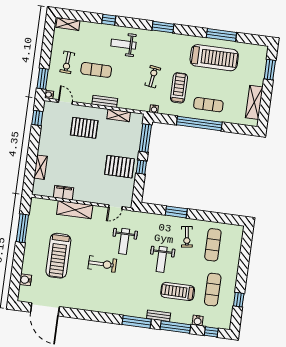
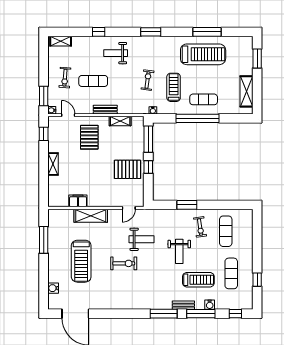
pallet: (84, 128) -> (89, 137), turned 90
shelving: (41, 167) -> (53, 164), moved
weight bench: (124, 241) -> (142, 239), turned -90
treadmill: (178, 291) -> (198, 280), turned 180
water cooler: (198, 321) -> (210, 305), moved

